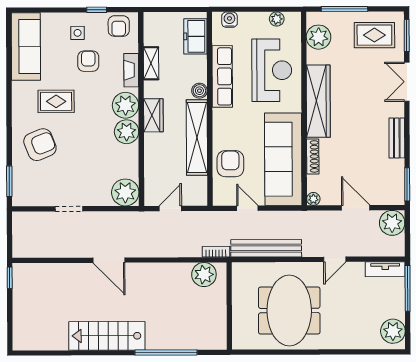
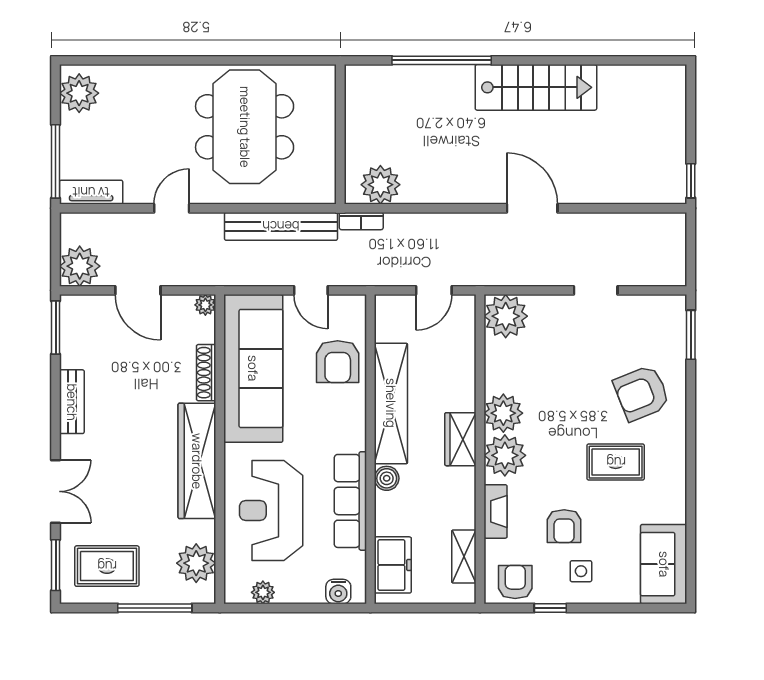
sofa: (26, 46) -> (664, 564), width x0.73
shelving: (151, 63) -> (464, 557), moved

